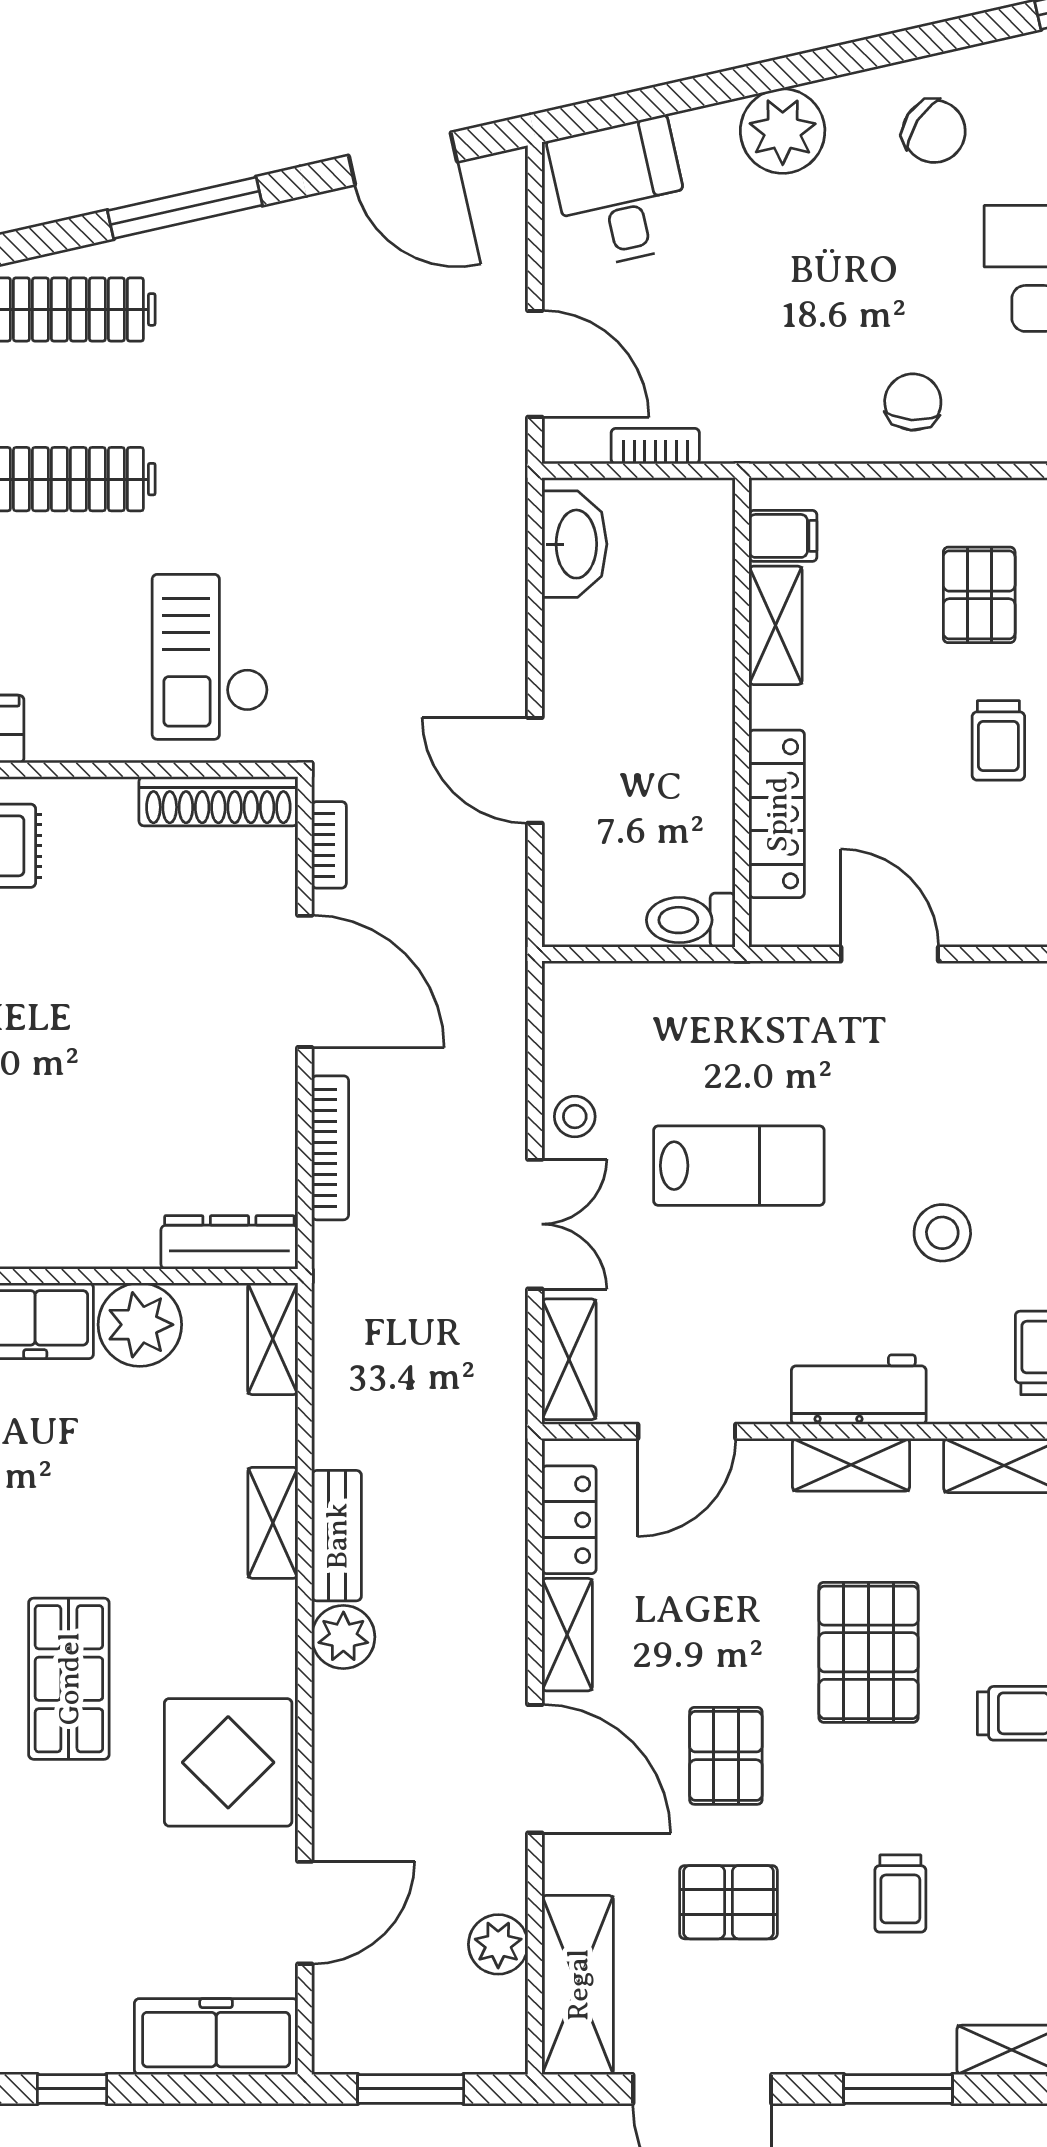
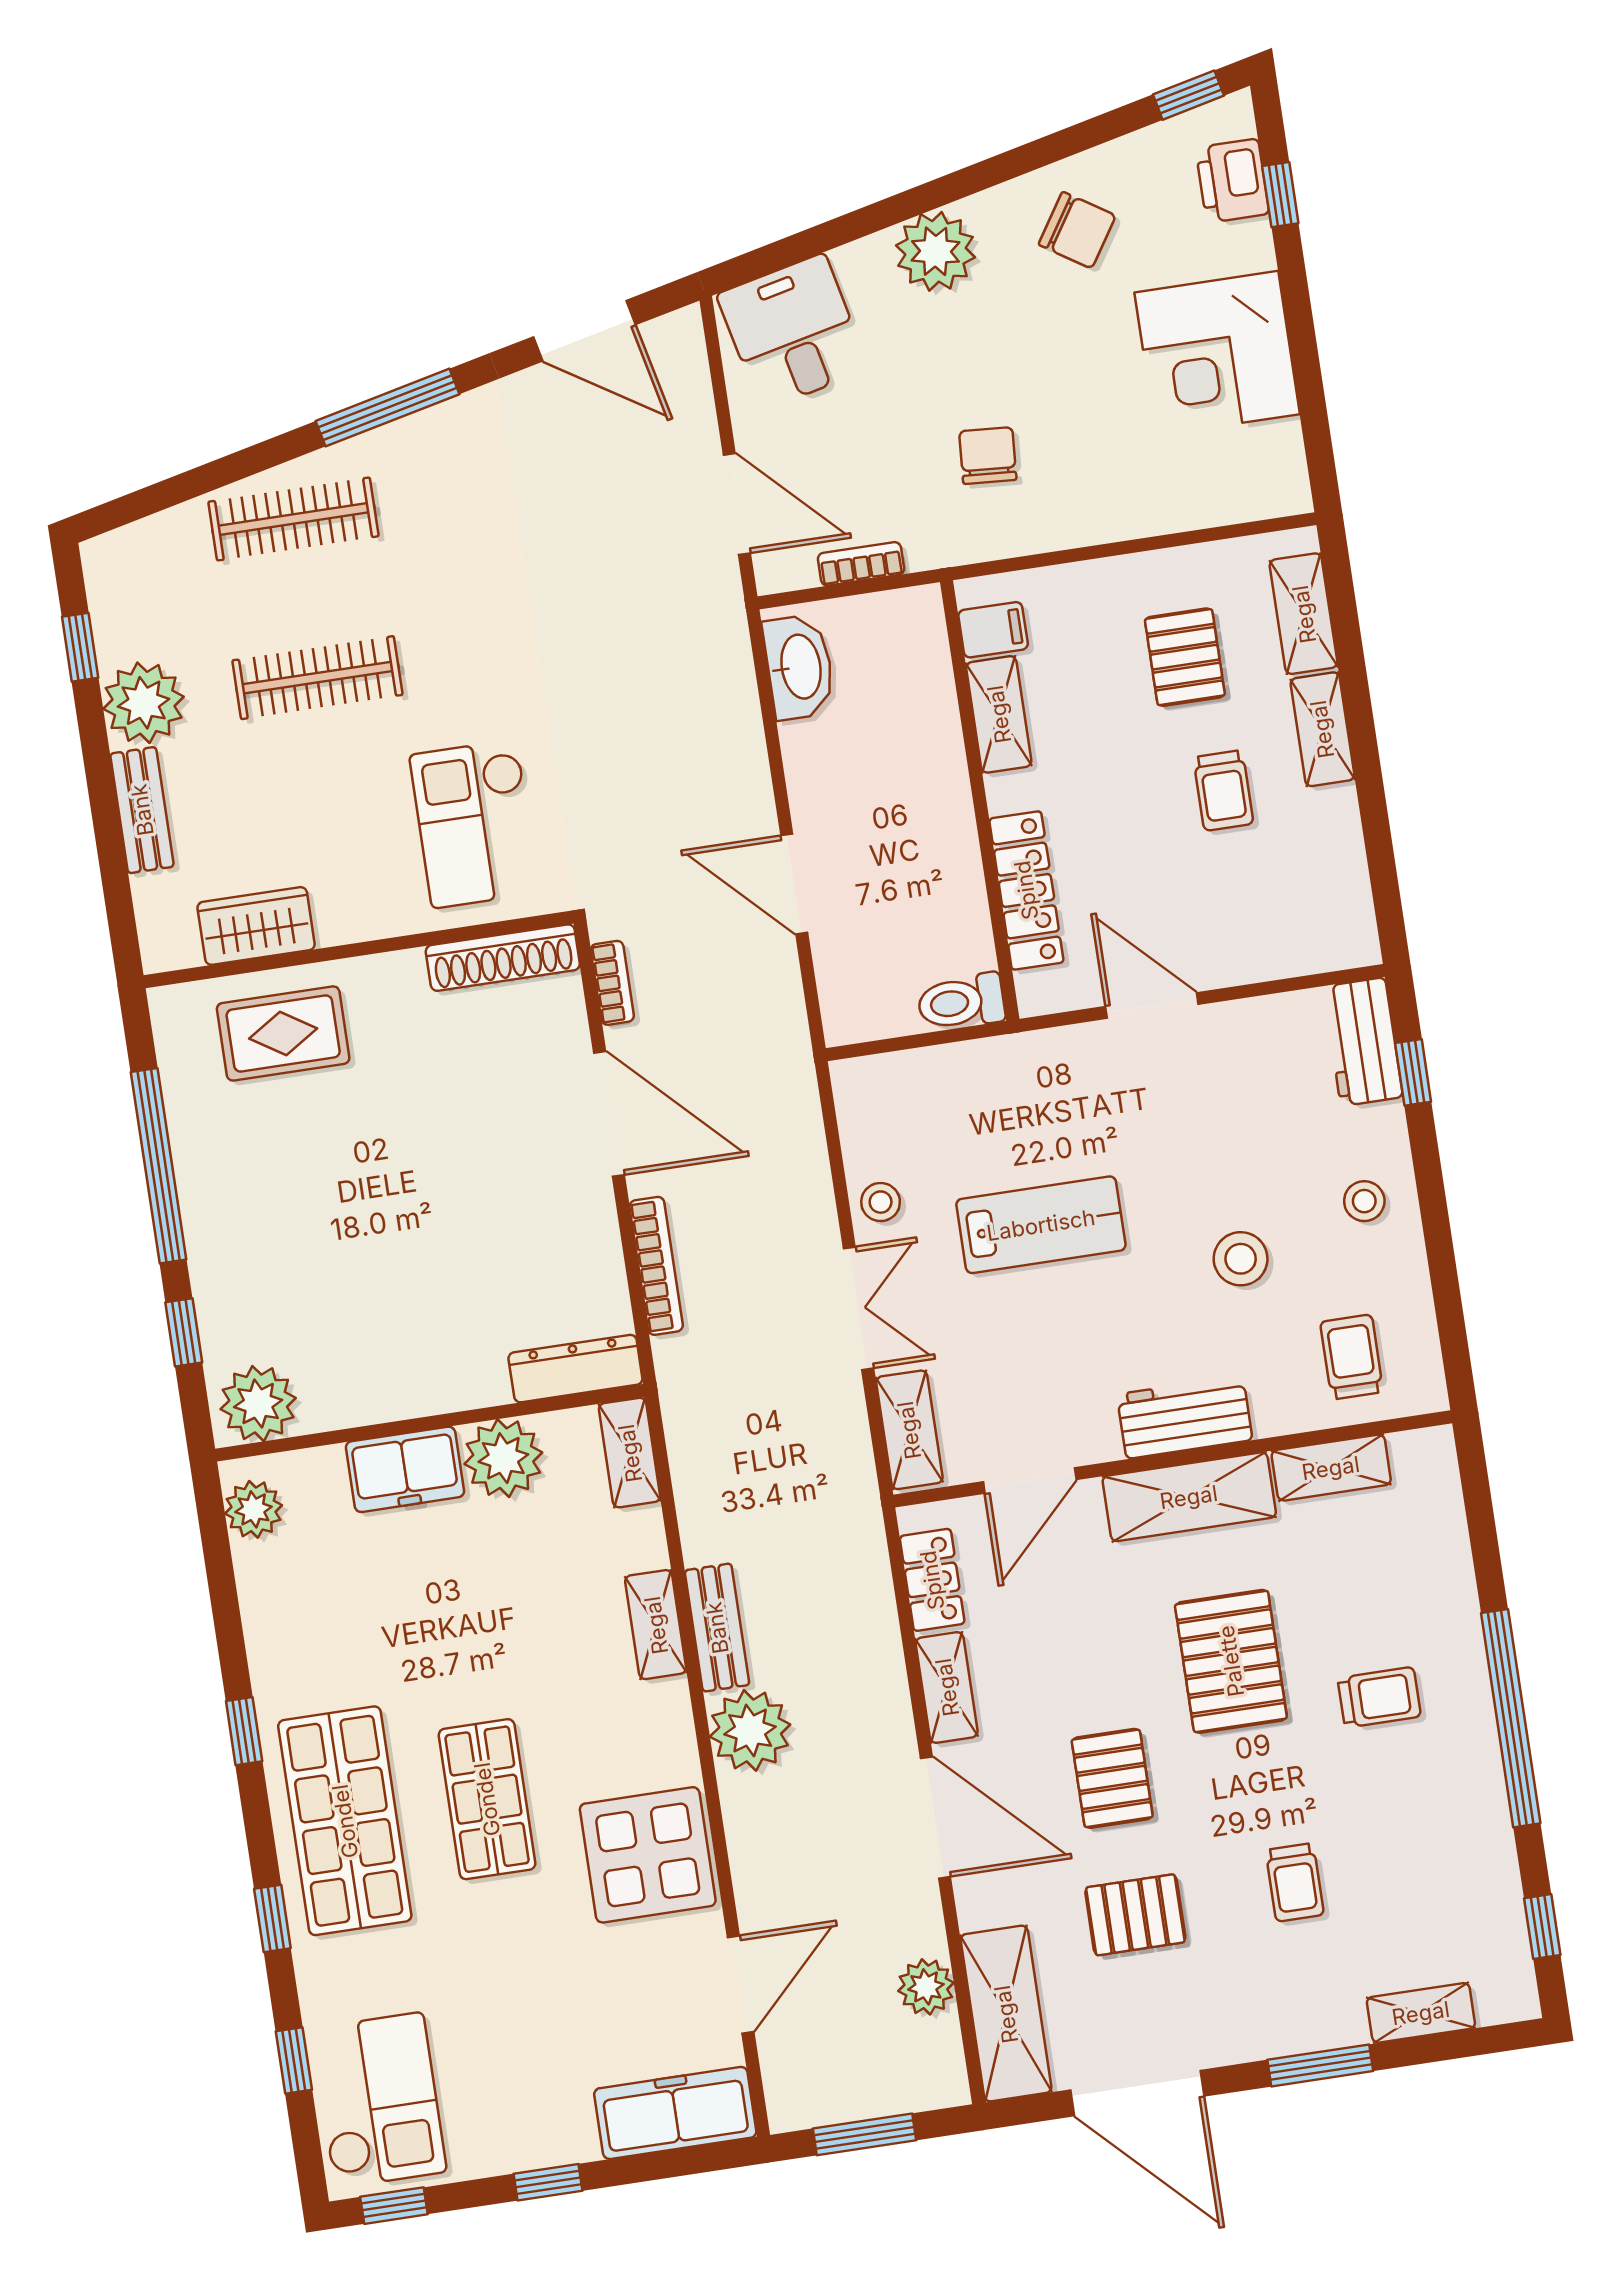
chair: (913, 402) -> (988, 456), moved
shelving: (851, 1465) -> (1189, 1497), width x1.50, depth x1.33
plant: (343, 1637) -> (750, 1730), width x1.36, depth x1.36

